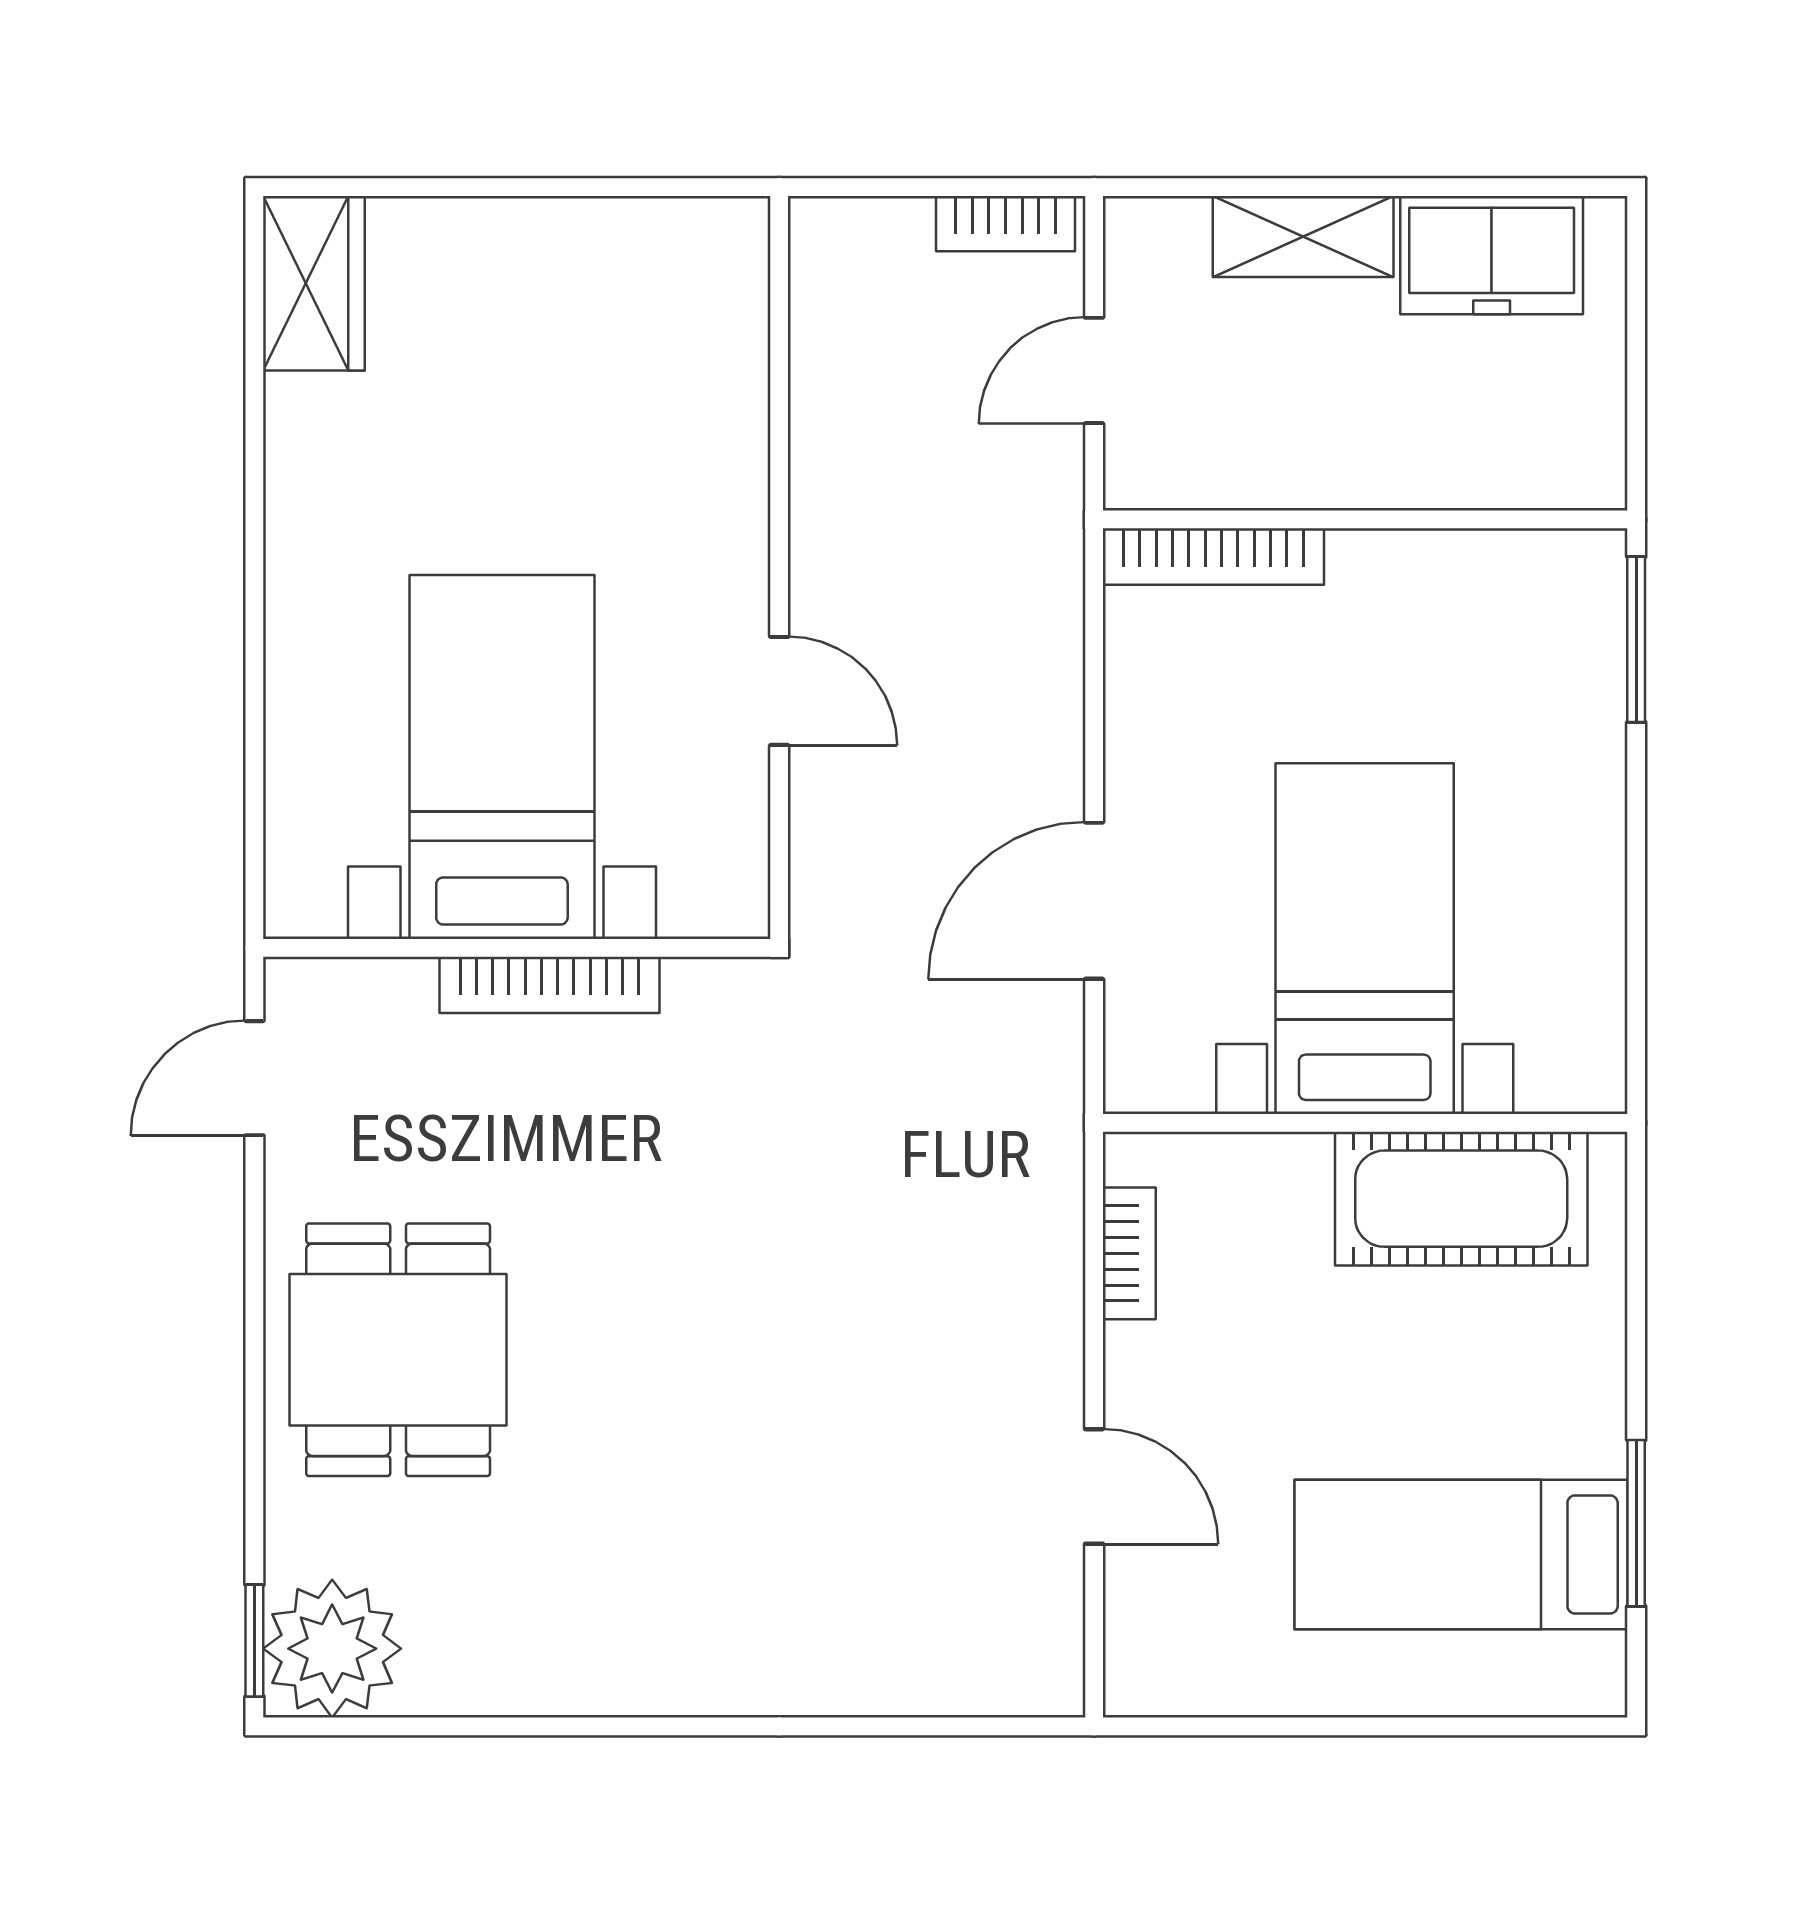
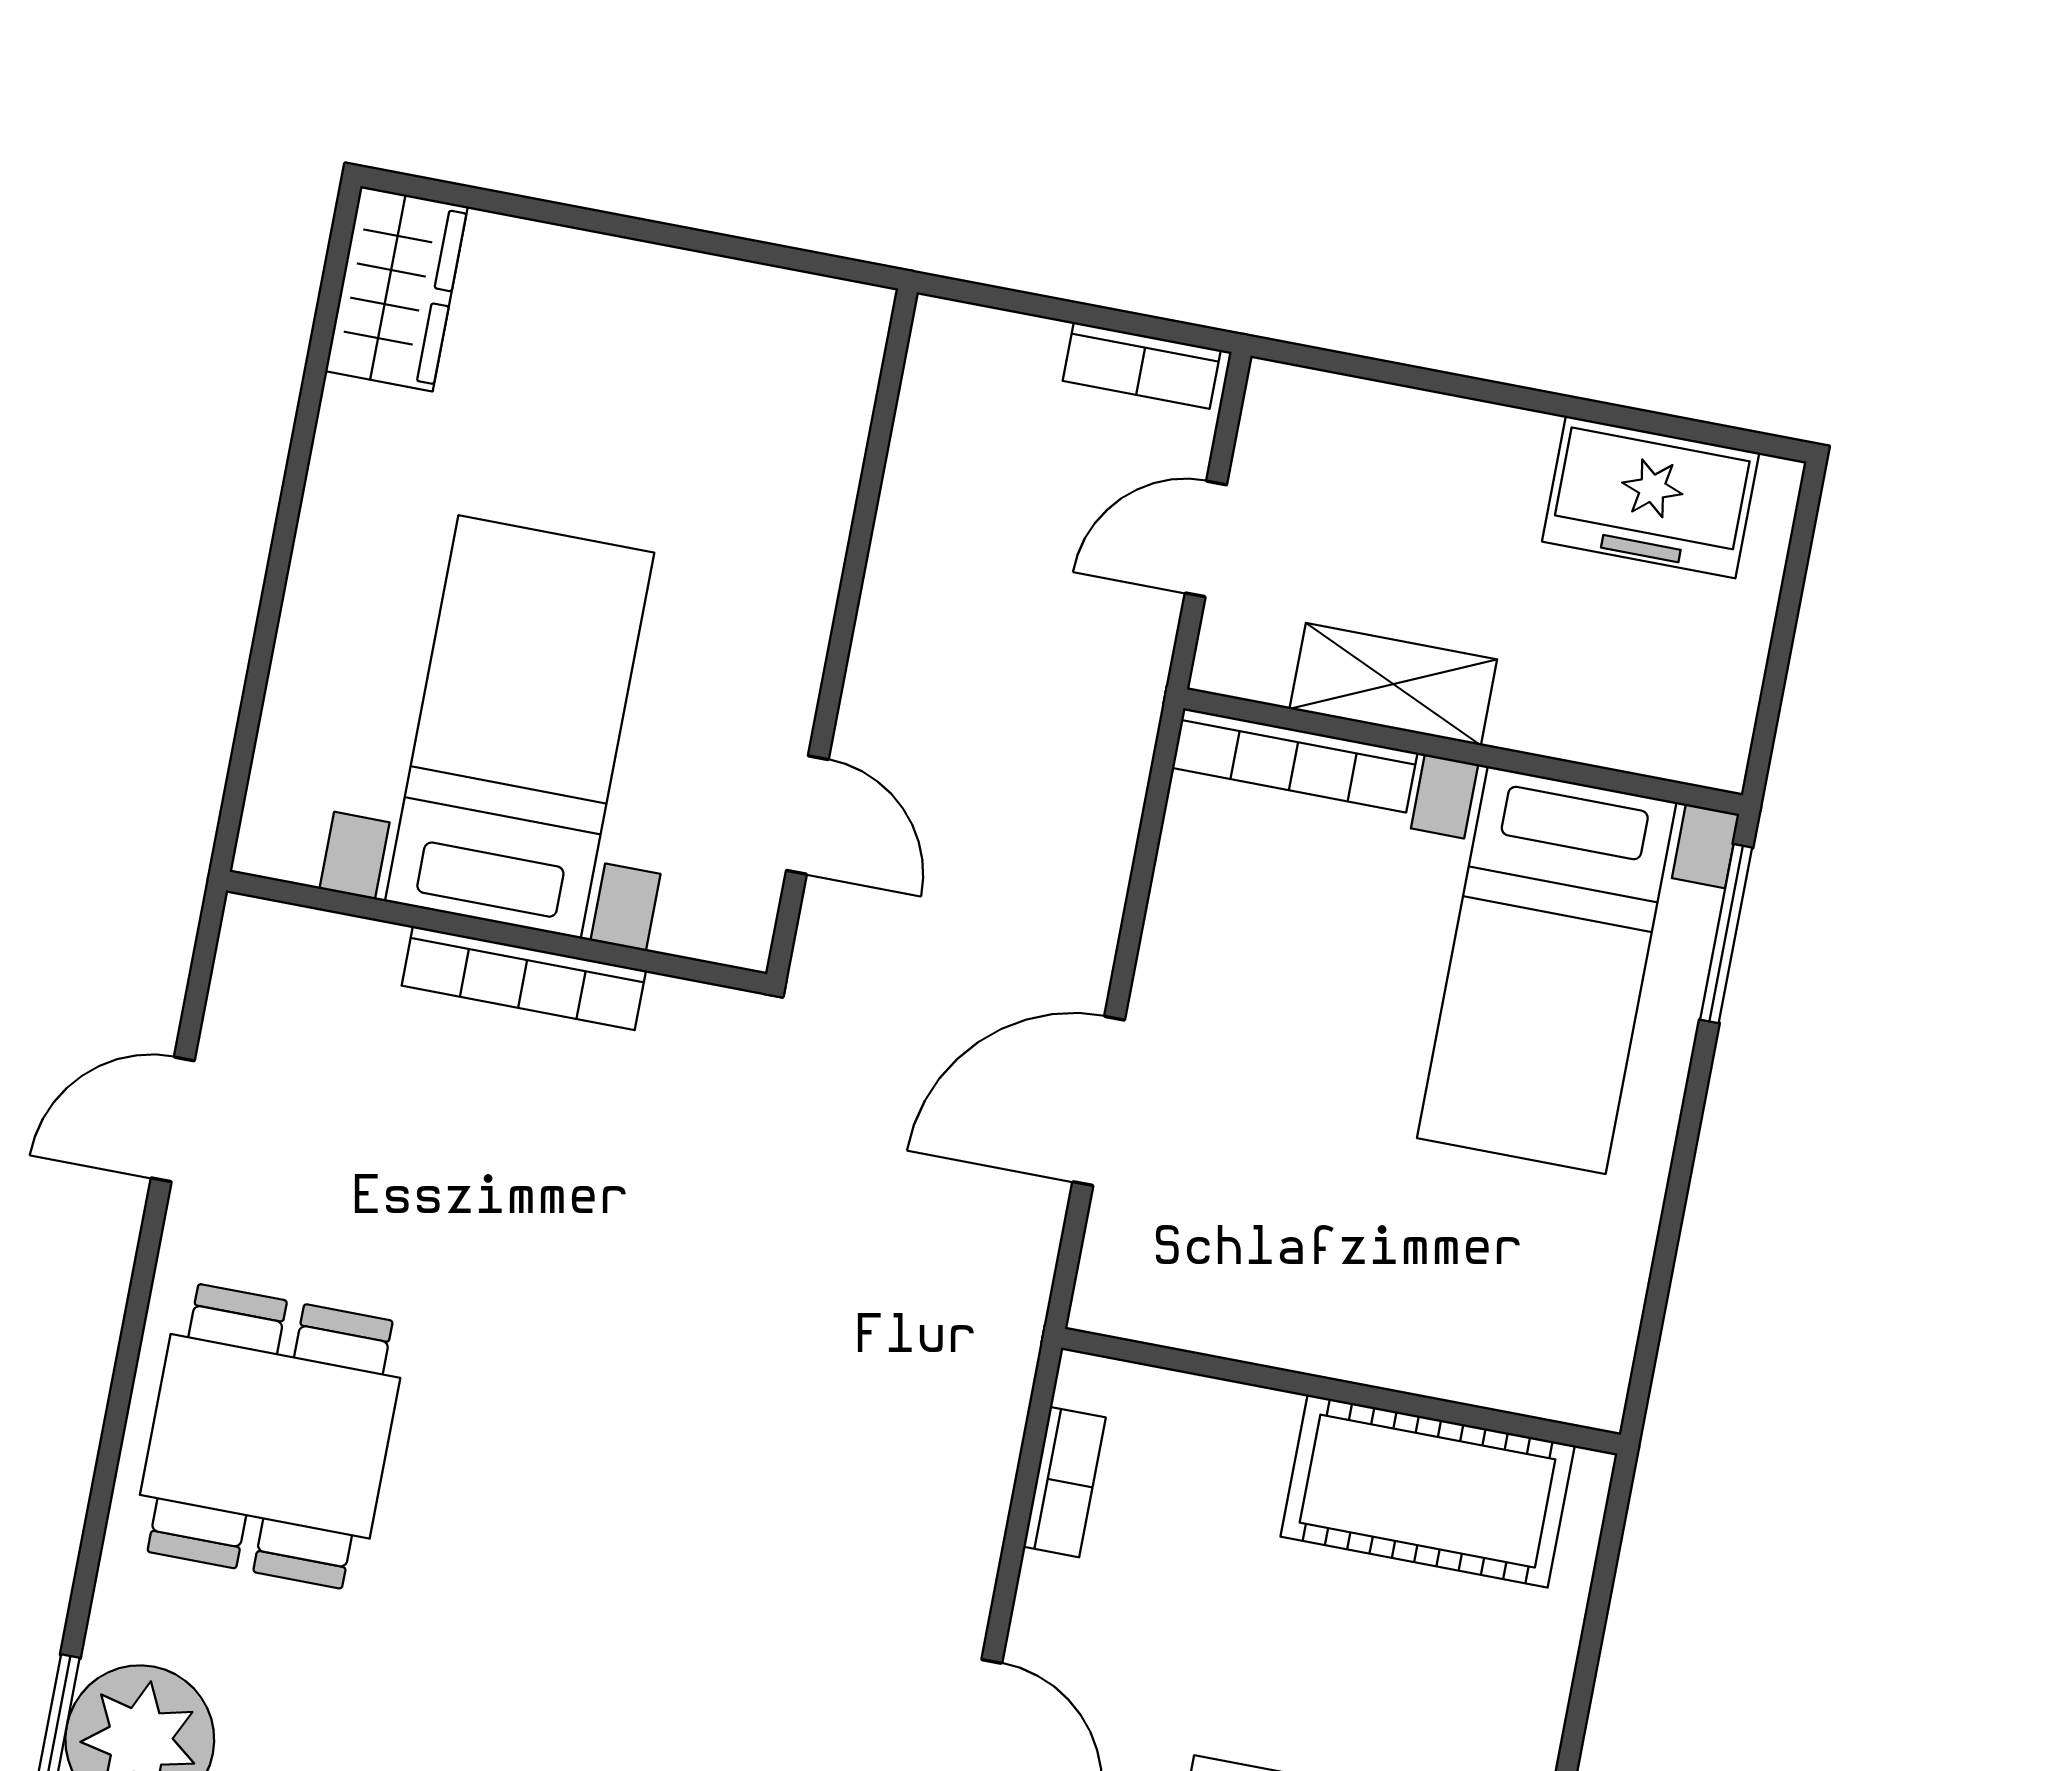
shelving: (1303, 236) -> (1393, 684), moved
bed with nightstands: (502, 757) -> (520, 727), moved
bed with nightstands: (1365, 939) -> (1547, 970), moved, turned 180
wall: (517, 948) -> (497, 932), moved
bookcase: (549, 985) -> (524, 978), moved

